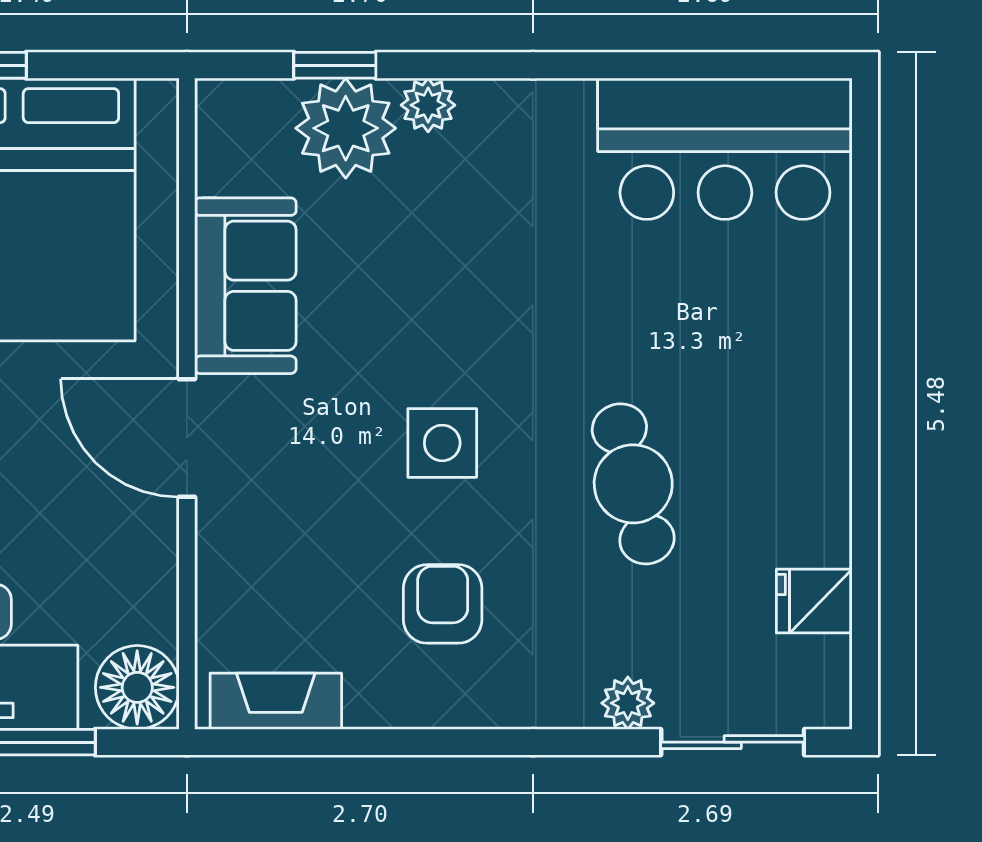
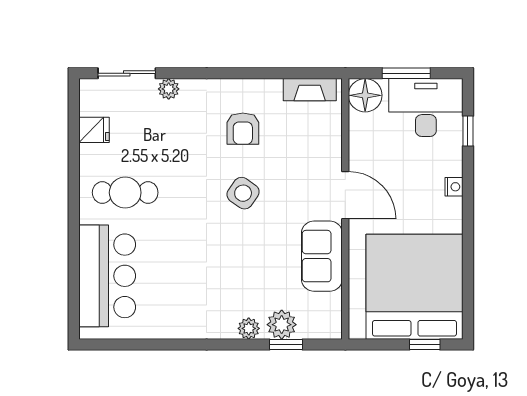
plant: (346, 128) -> (282, 325), width x0.73, depth x0.73
bar counter: (725, 149) -> (107, 276), moved, turned 90
side table: (442, 443) -> (243, 193), turned 35
cafe table: (633, 484) -> (125, 193), moved, turned -76

